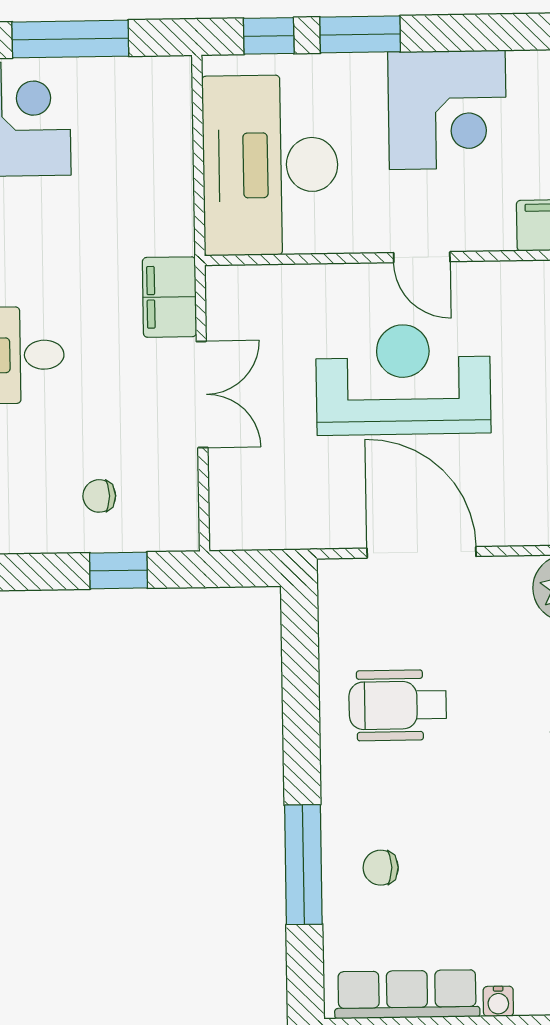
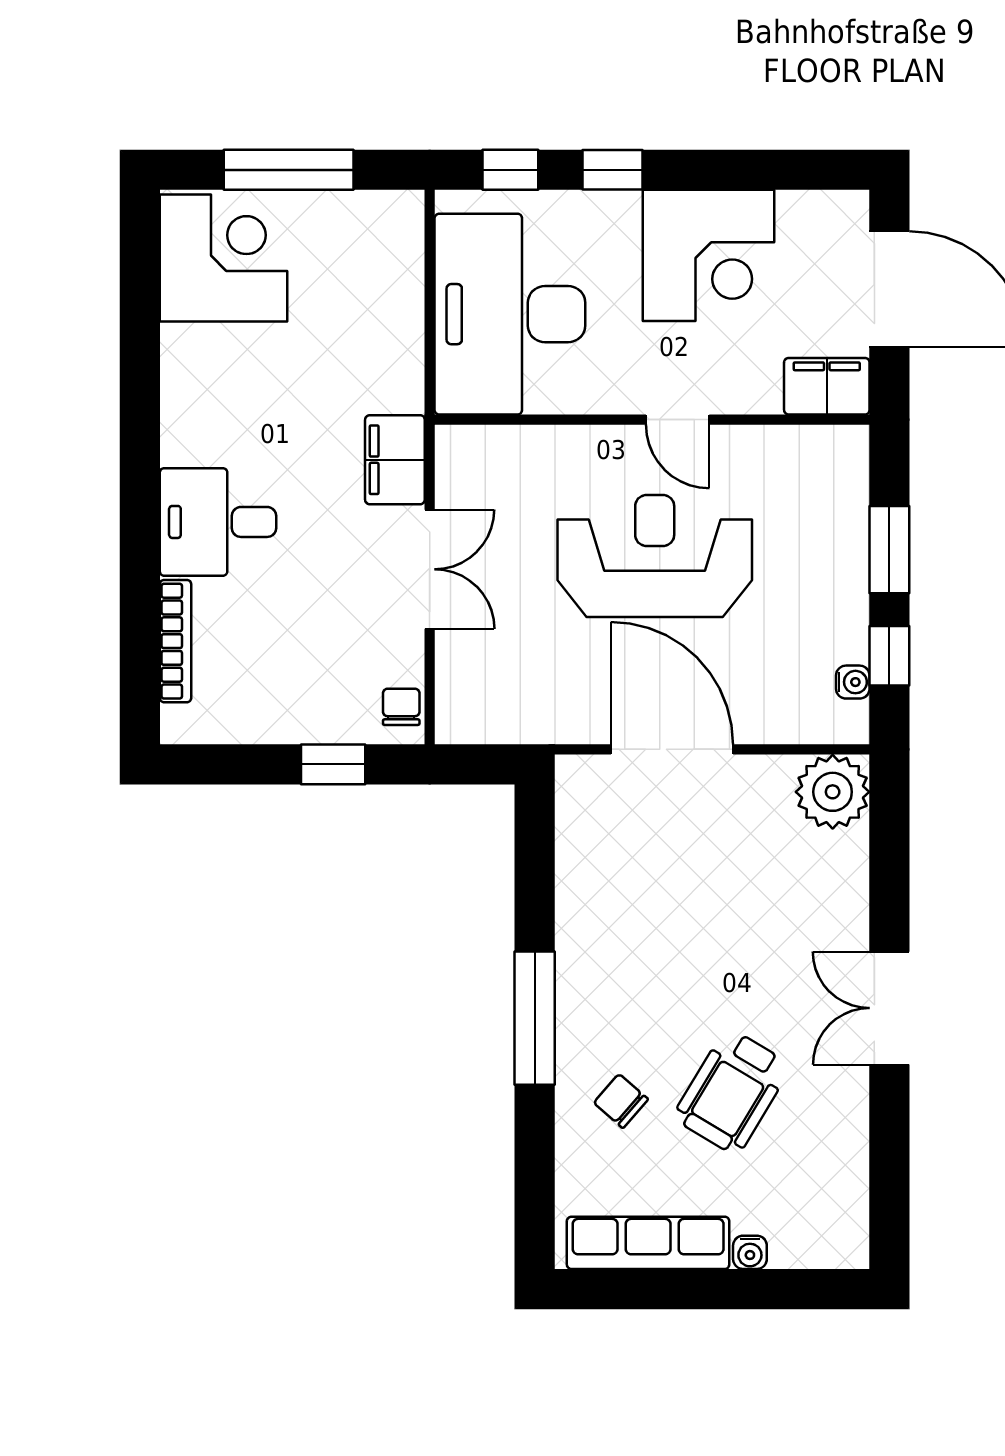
window: (360, 34) -> (612, 170), width x0.67
chair: (99, 496) -> (401, 707), moved, turned 90
wheelchair: (398, 705) -> (732, 1092), moved, turned -59
window: (303, 865) -> (535, 1018), moved
chair: (381, 868) -> (621, 1101), turned 41

